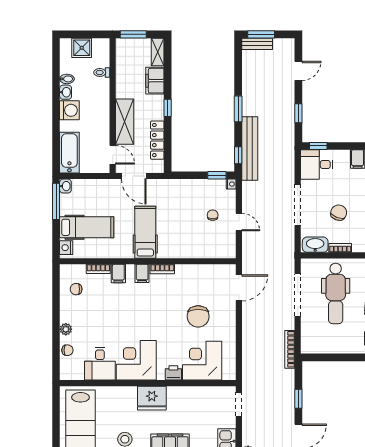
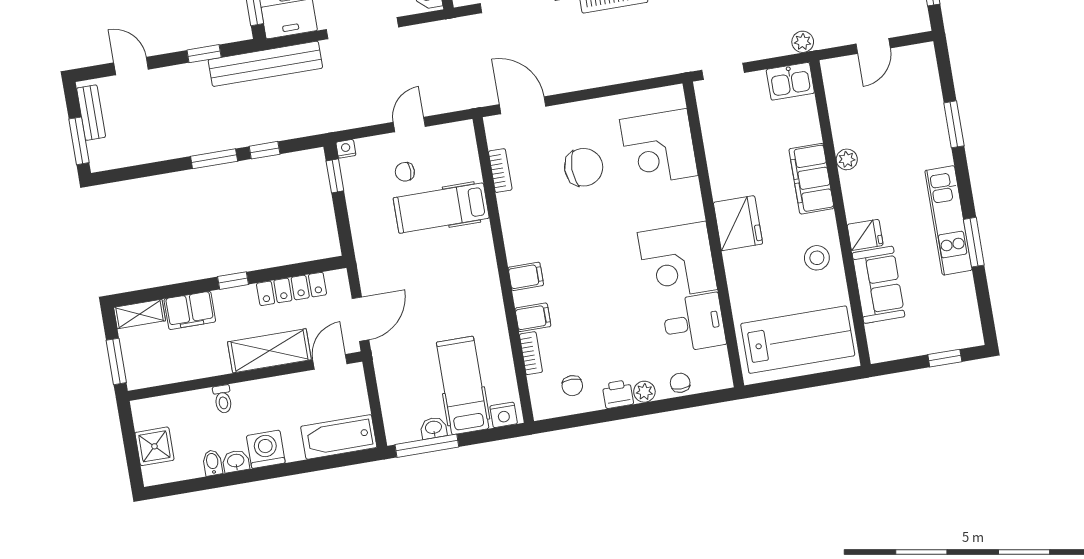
bench: (257, 44) -> (91, 113), moved
toilet: (102, 72) -> (223, 399), moved
bench: (250, 149) -> (265, 64), moved
window: (238, 155) -> (265, 150), moved
washbasin: (65, 186) -> (434, 428), moved
hospital bed: (145, 232) -> (441, 208), moved
bookcase: (162, 269) -> (500, 171), moved
printer: (173, 373) -> (618, 394), moved, turned 90

